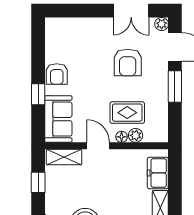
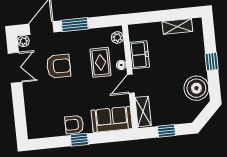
armchair: (57, 74) -> (74, 125), turned 180
window: (38, 94) -> (79, 140), moved
plant: (136, 135) -> (117, 37), moved
freezer: (158, 173) -> (139, 55), moved, turned -90

